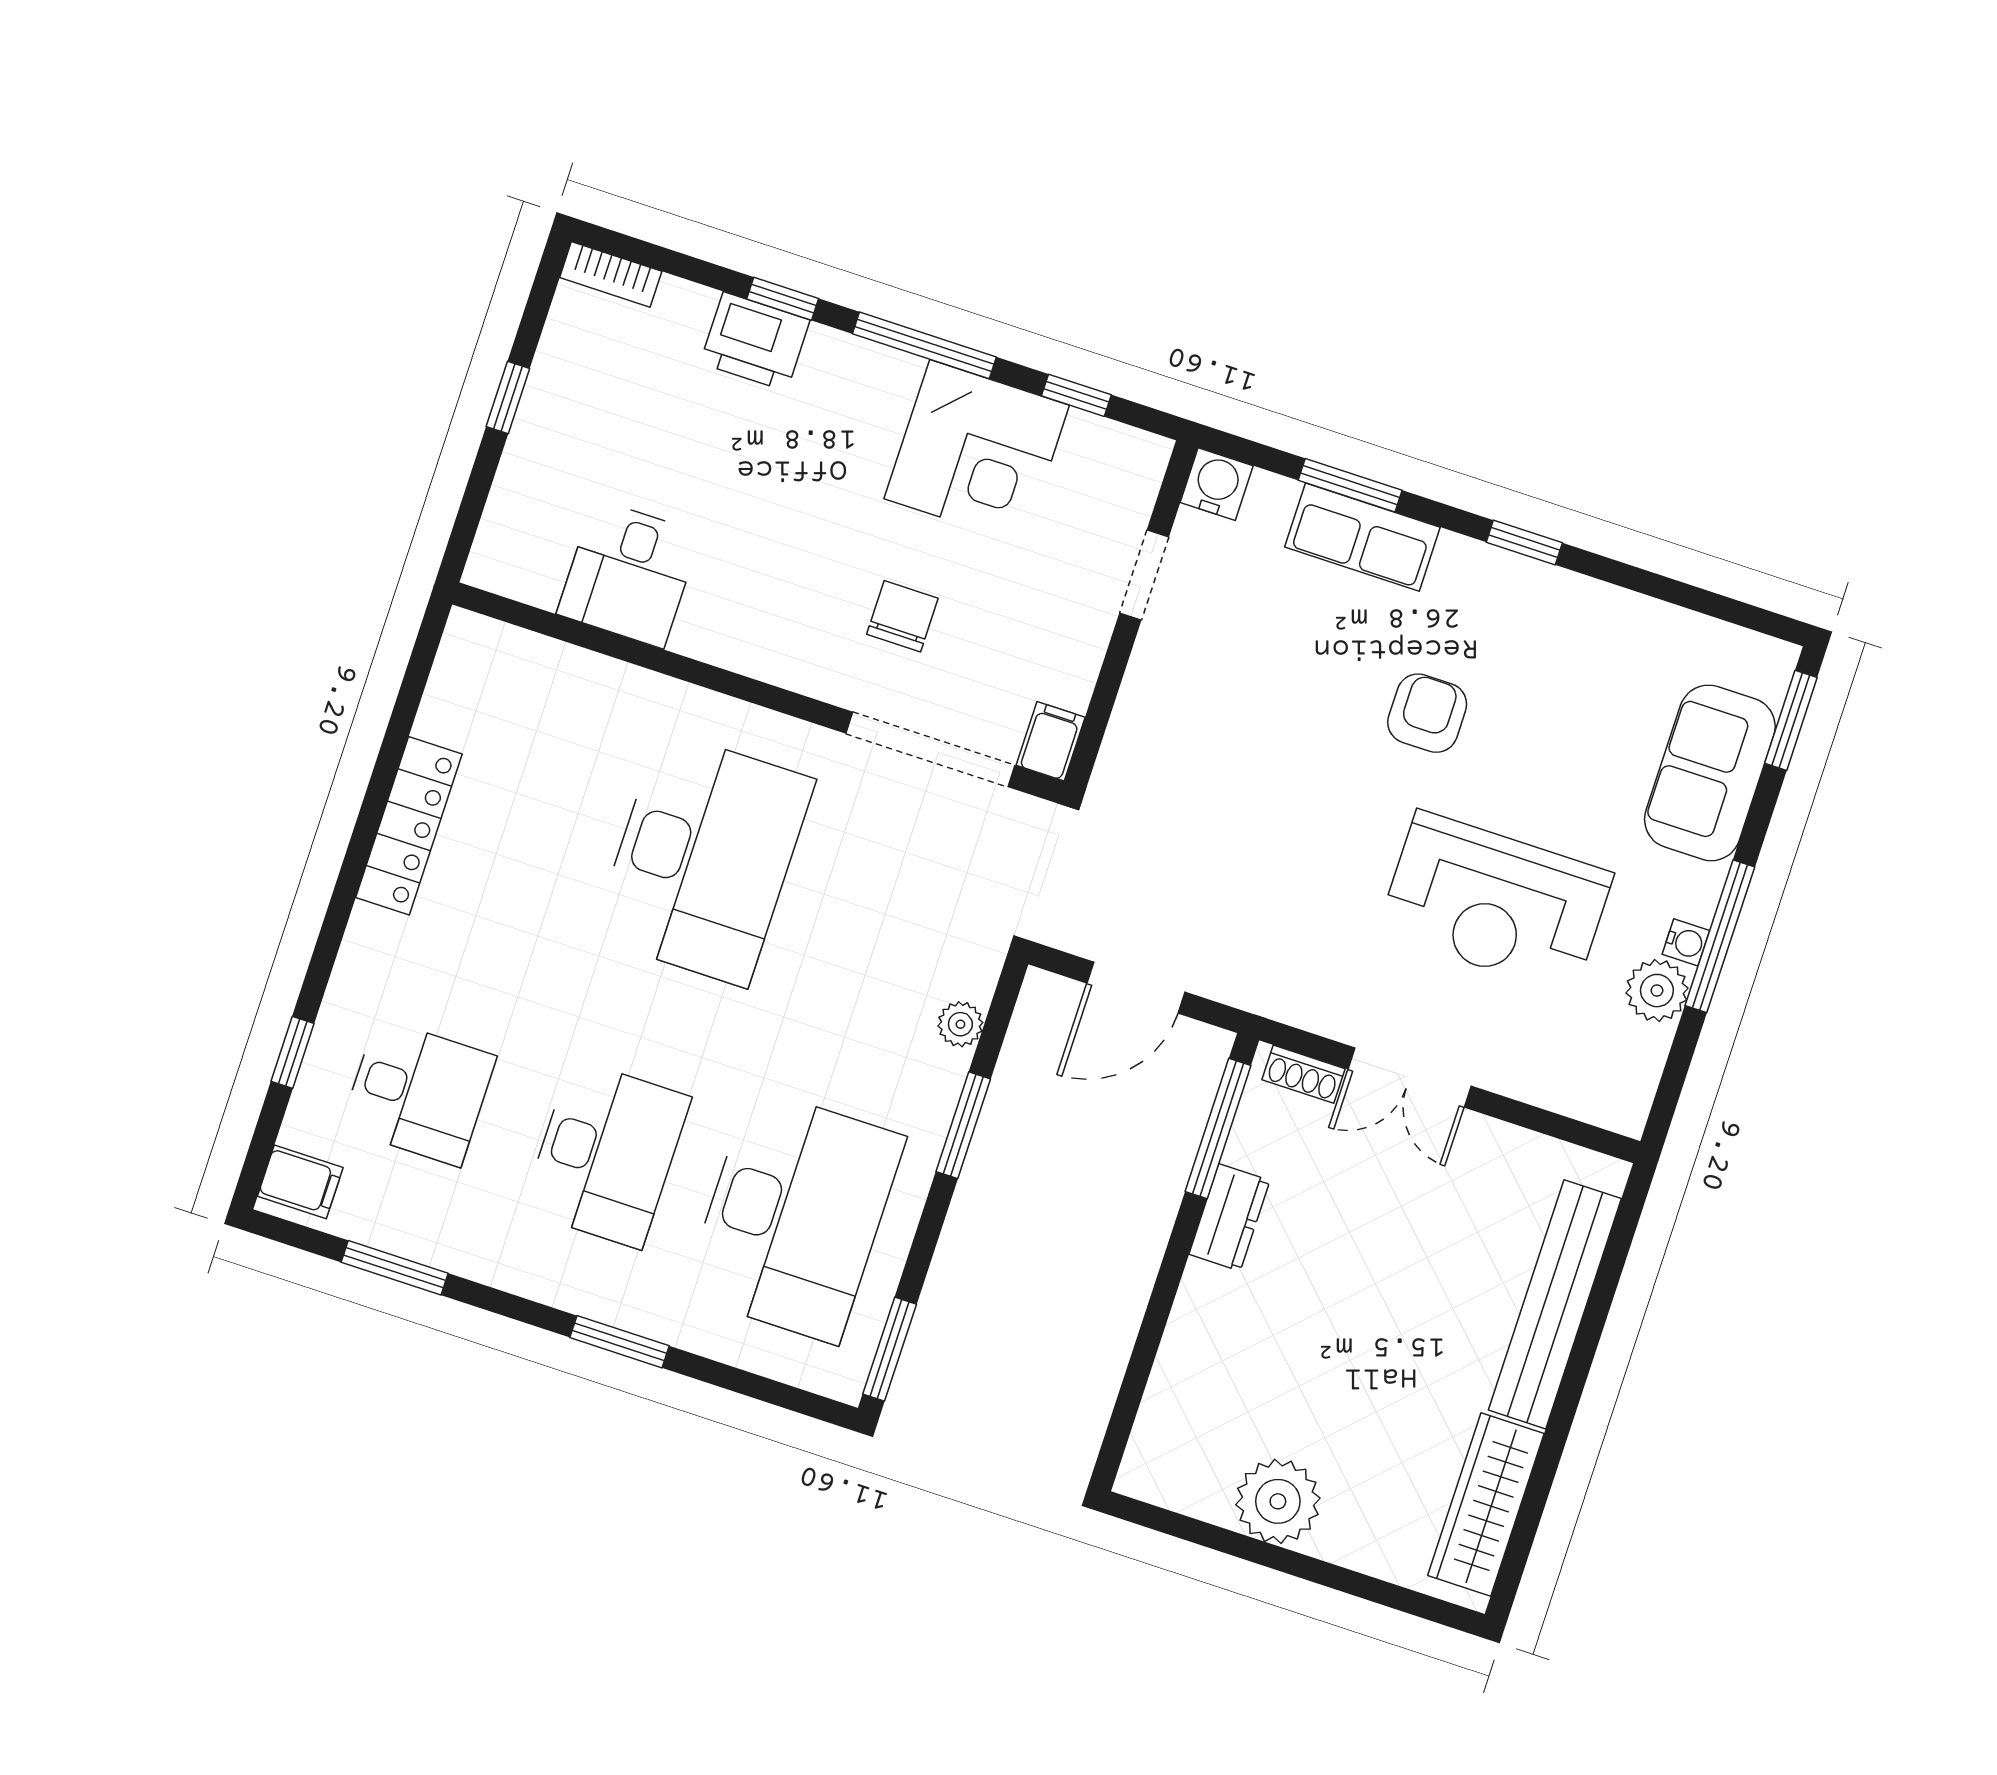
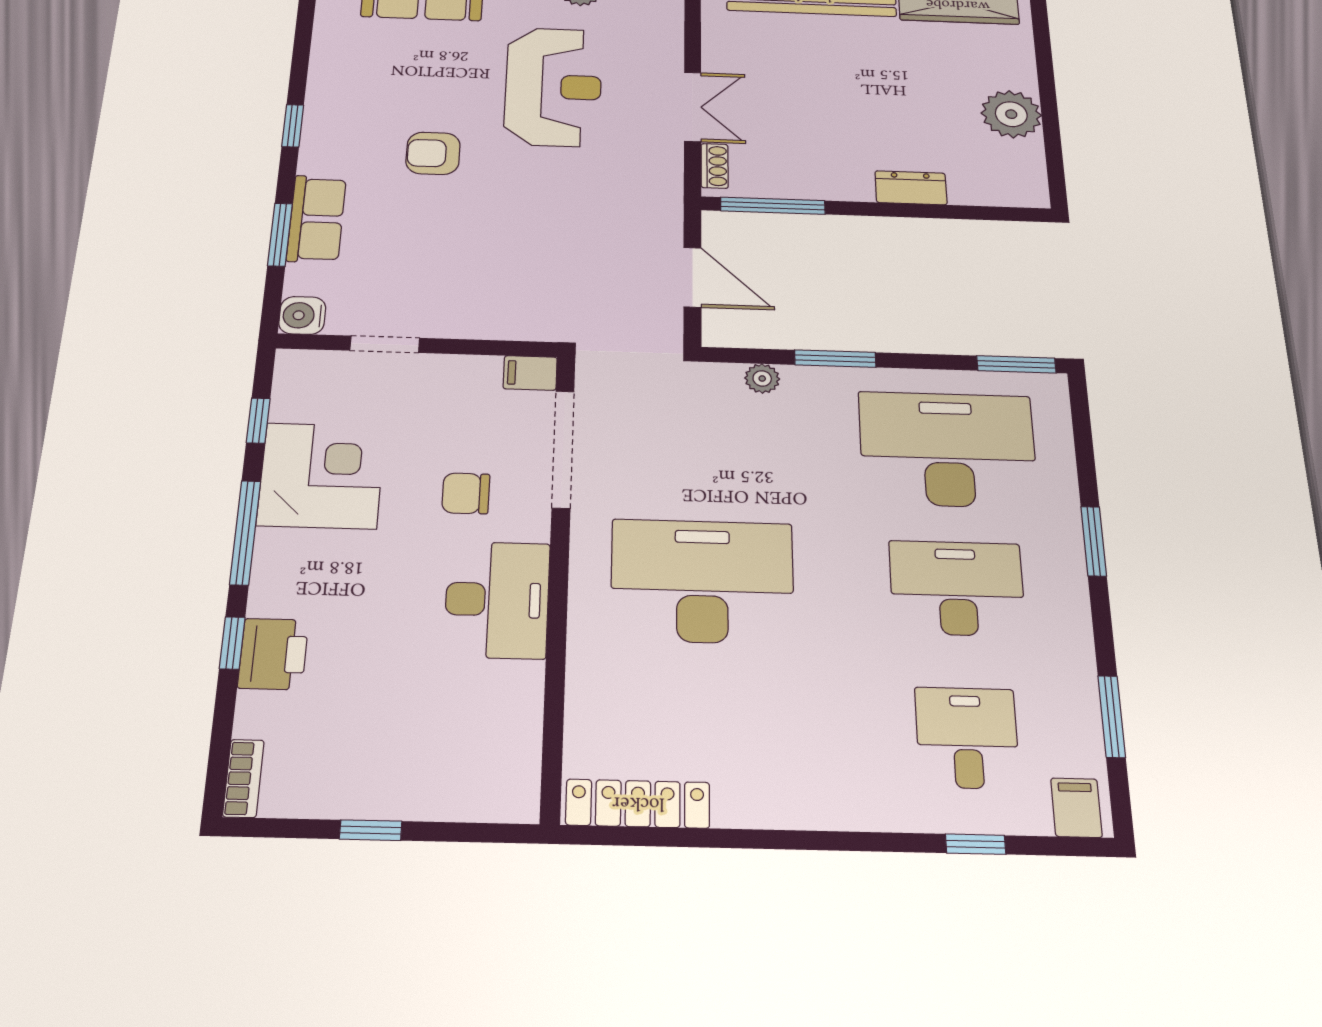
desk: (629, 574) -> (497, 600), moved, width x1.37
locker: (409, 826) -> (638, 804), moved
dresser: (1229, 1217) -> (911, 188), moved

